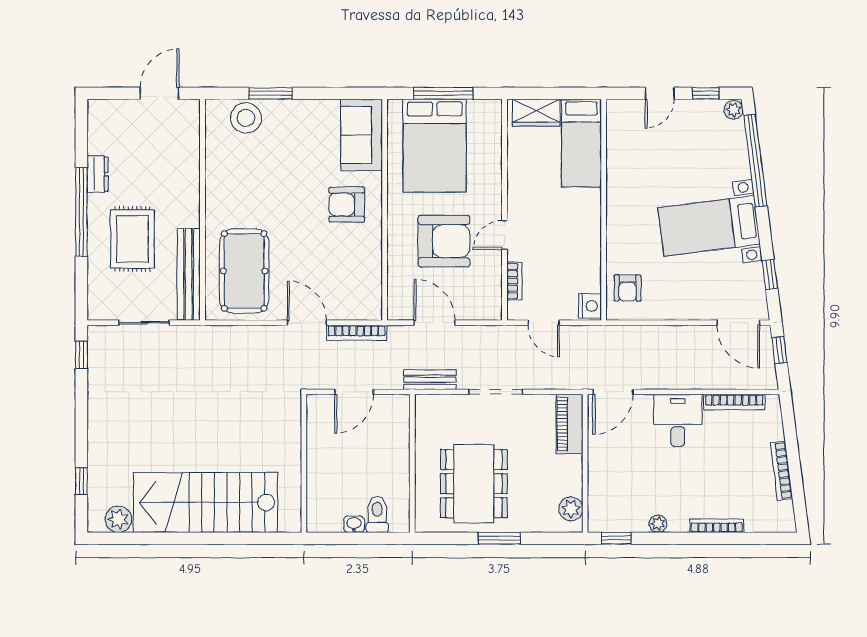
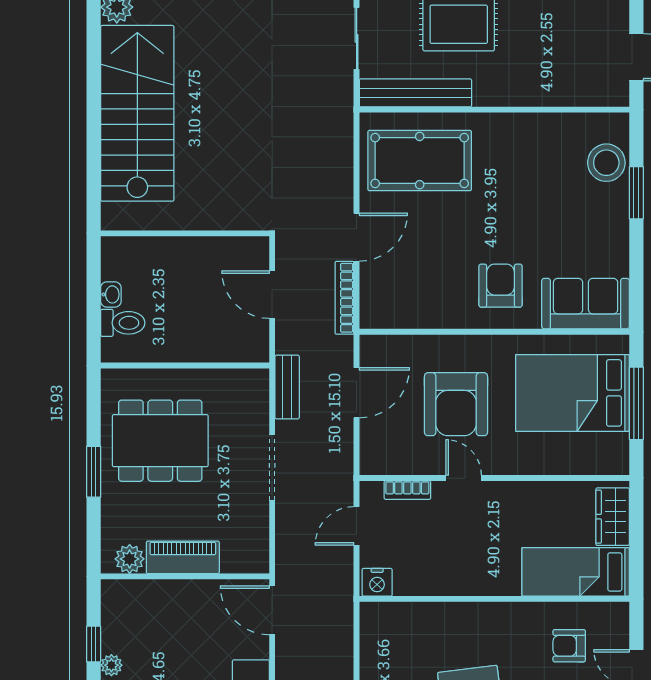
armchair: (628, 288) -> (569, 646), moved
piano: (569, 424) -> (183, 557), moved
window: (616, 538) -> (94, 644), moved

